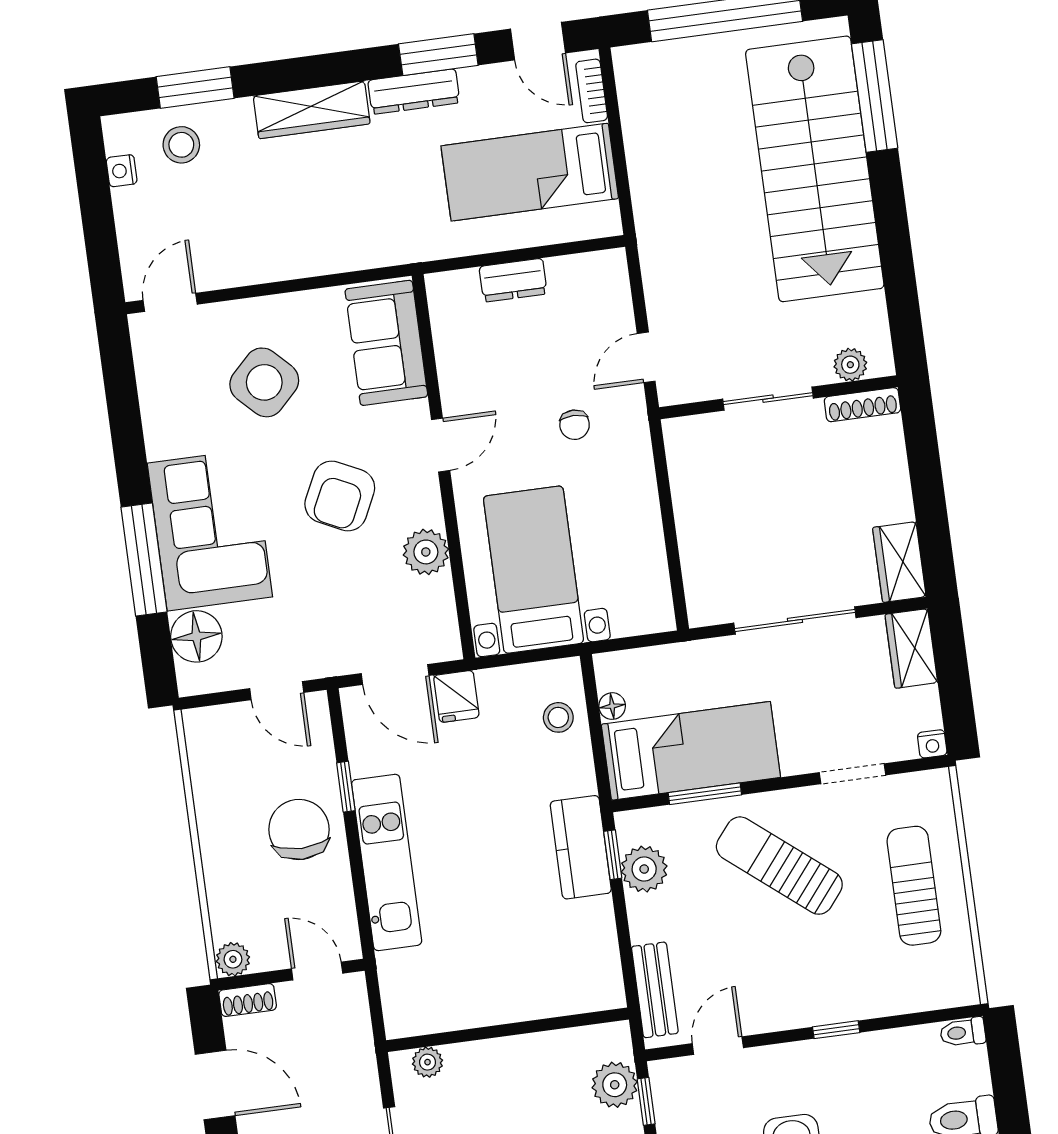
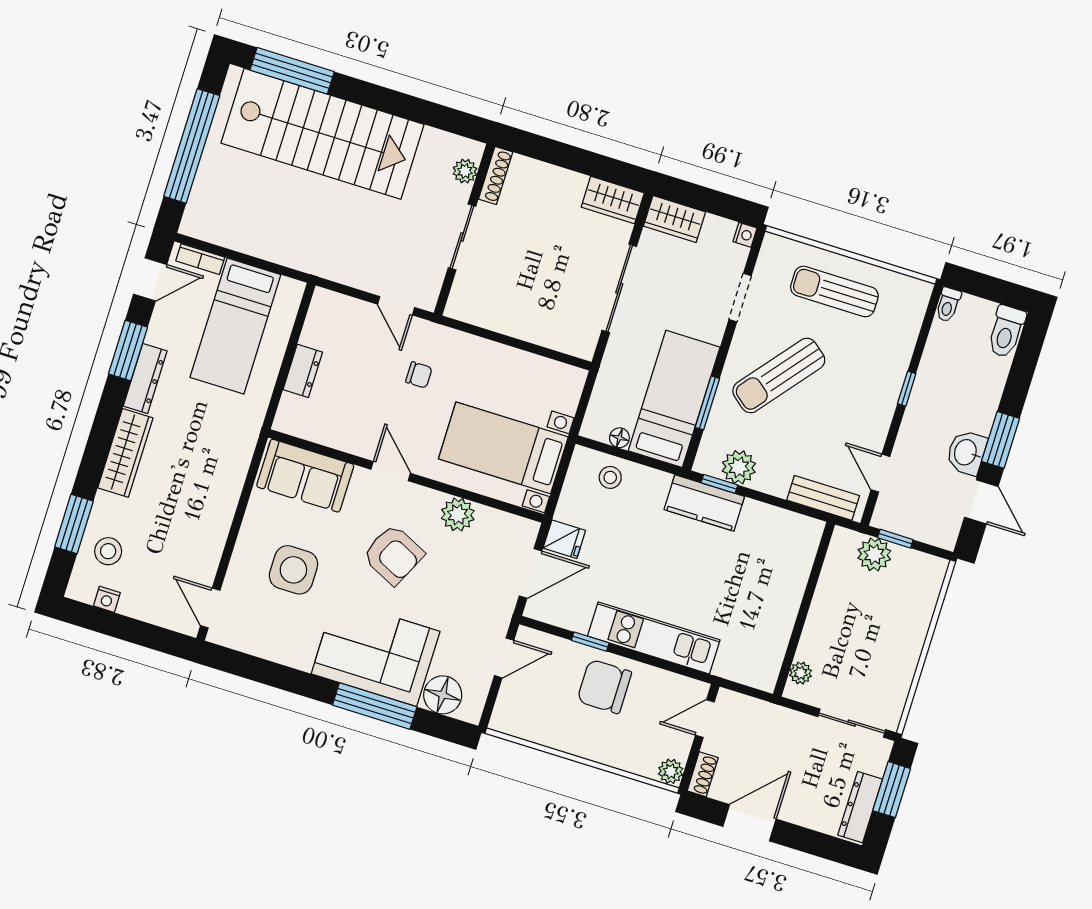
side table: (264, 382) -> (293, 570), turned 45

